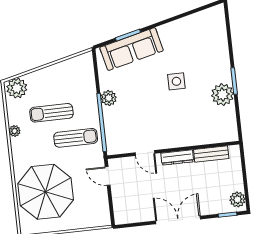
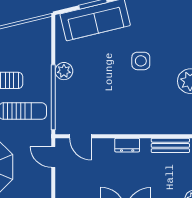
door: (145, 153) -> (80, 136), moved
dresser: (177, 157) -> (127, 145), width x0.70

